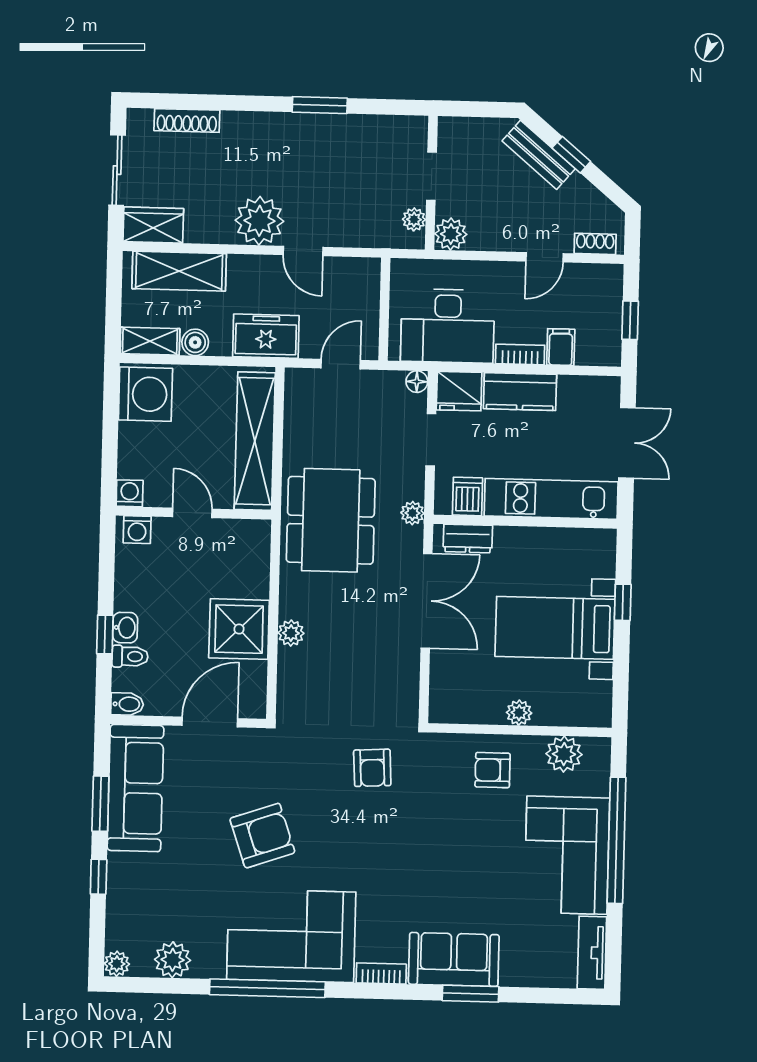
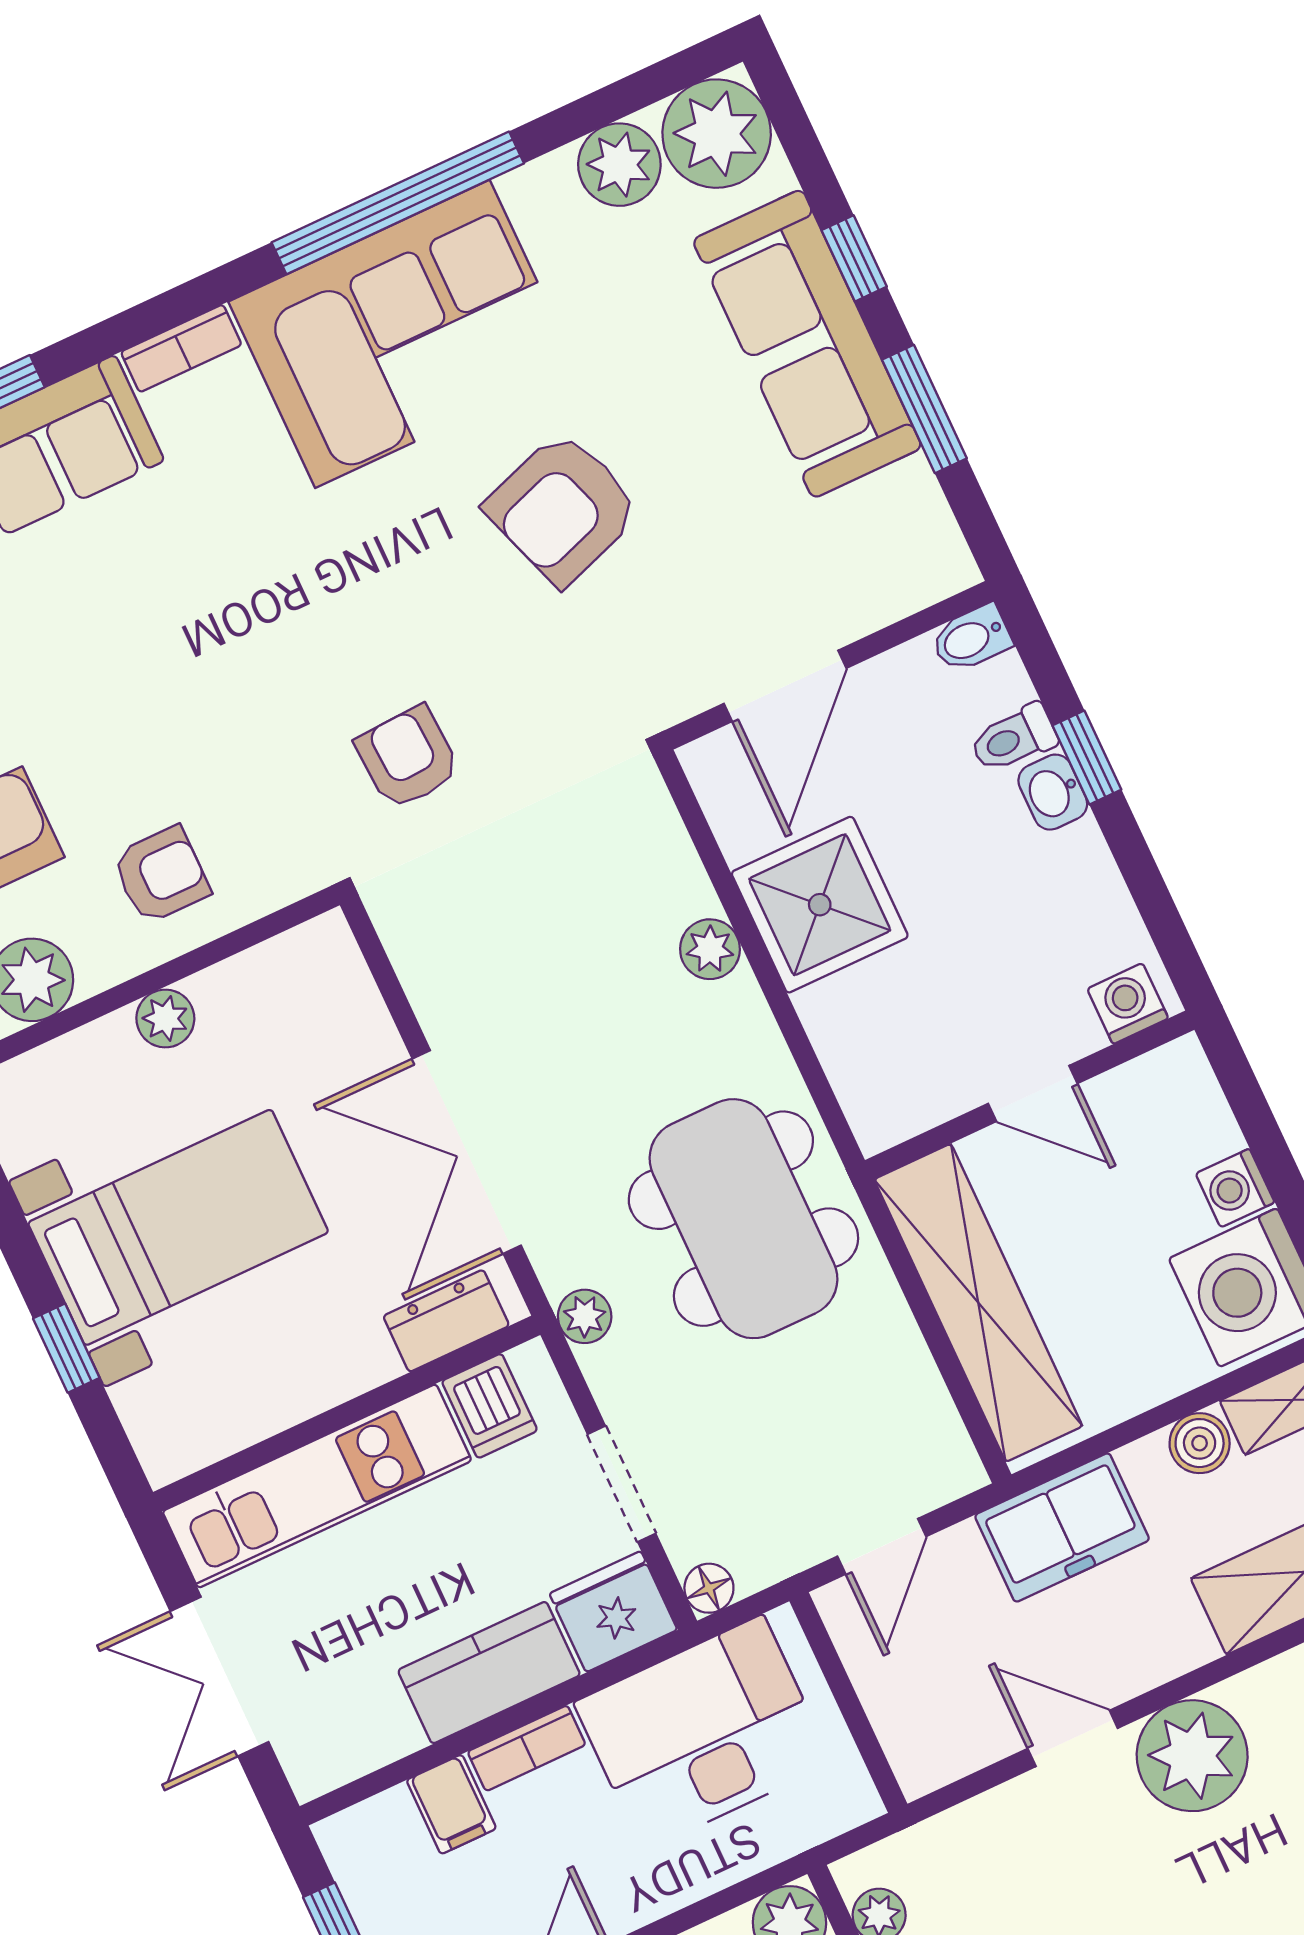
washing machine: (130, 493) -> (1235, 1188), moved, turned 90
sofa: (135, 788) -> (807, 344), moved
plant: (117, 964) -> (717, 134), width x1.87, depth x1.87

